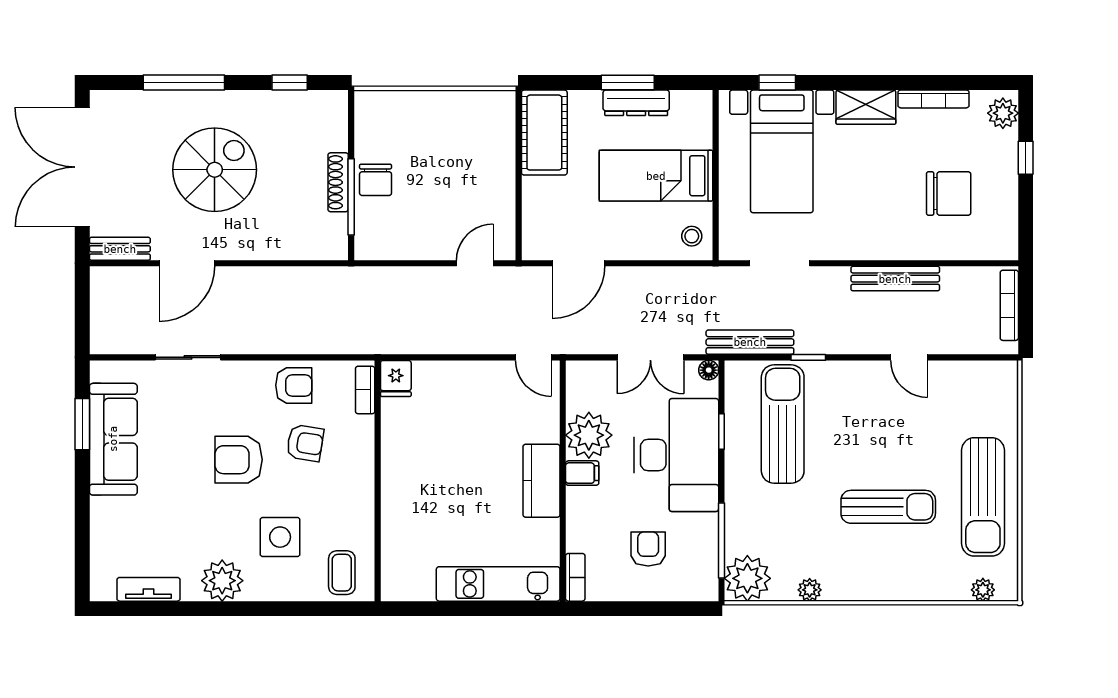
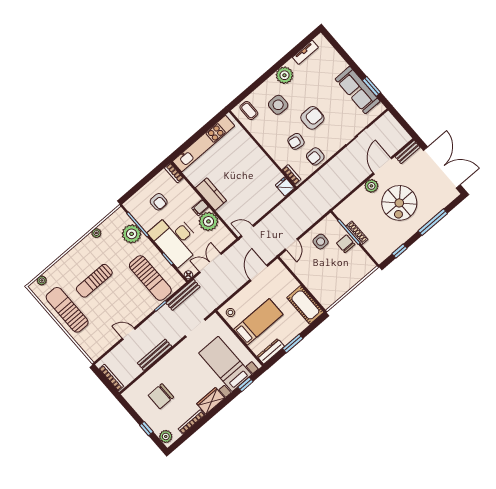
dresser: (636, 103) -> (271, 351), moved
side table: (418, 223) -> (321, 242), added
plant: (238, 244) -> (371, 186), added
plant: (747, 578) -> (132, 234), moved
kitchen unit: (498, 584) -> (204, 144), width x1.36

